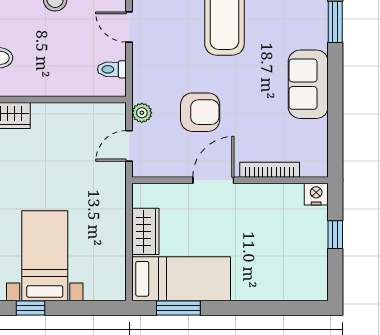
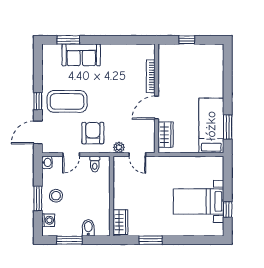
sofa: (308, 84) -> (81, 55), moved
armchair: (200, 112) -> (93, 133), moved
door: (213, 180) -> (157, 108), hinge flipped
nightstand: (316, 194) -> (164, 50), removed
wardrobe: (145, 231) -> (166, 135), moved, turned 90

